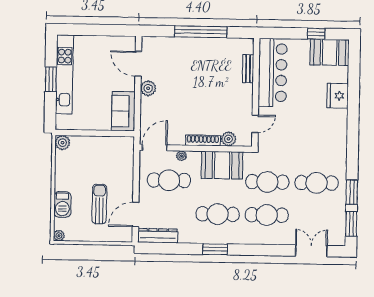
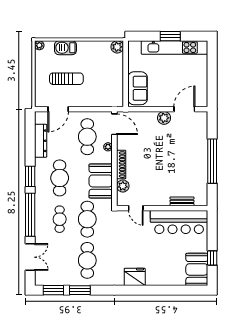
fridge: (338, 96) -> (135, 277), moved
sofa: (123, 111) -> (138, 88), moved, turned 90
door: (136, 215) -> (58, 109), swing flipped
cafe table: (267, 215) -> (60, 219), width x0.73, depth x0.74
dresser: (158, 236) -> (41, 141), moved
window: (261, 250) -> (30, 215), added

